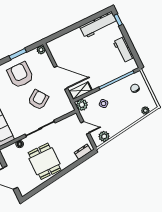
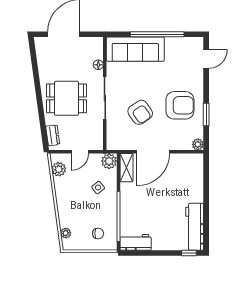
workbench: (124, 50) -> (136, 242), moved
dining table: (45, 161) -> (67, 98), moved

